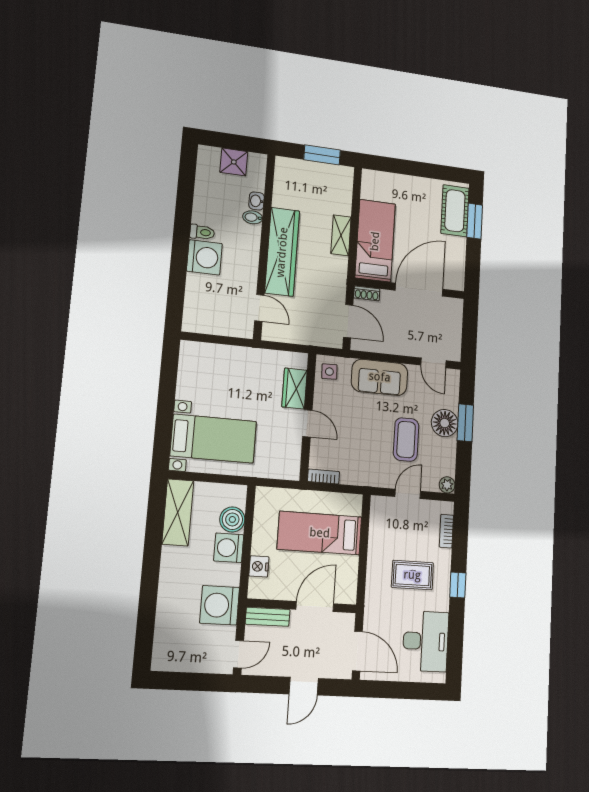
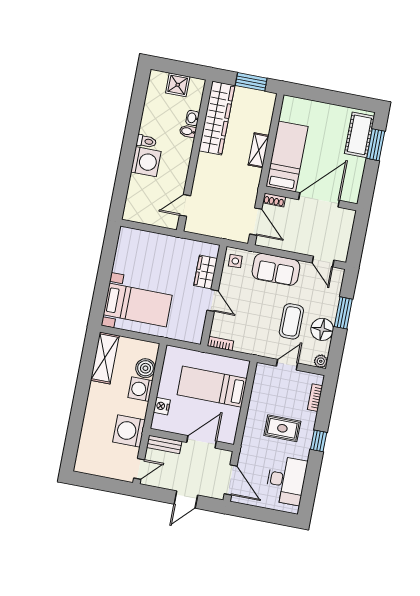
wardrobe: (282, 252) -> (217, 118), moved
door: (259, 308) -> (185, 205), swing flipped
floor lamp: (445, 423) -> (322, 329), moved

